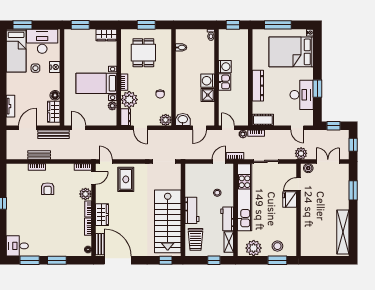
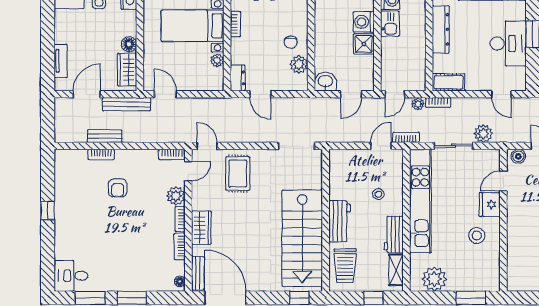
plant: (129, 100) -> (243, 51), removed
plant: (166, 120) -> (299, 64), moved
door: (228, 128) -> (395, 94), swing flipped
plant: (301, 153) -> (483, 134), moved
stool: (277, 246) -> (477, 235), moved

